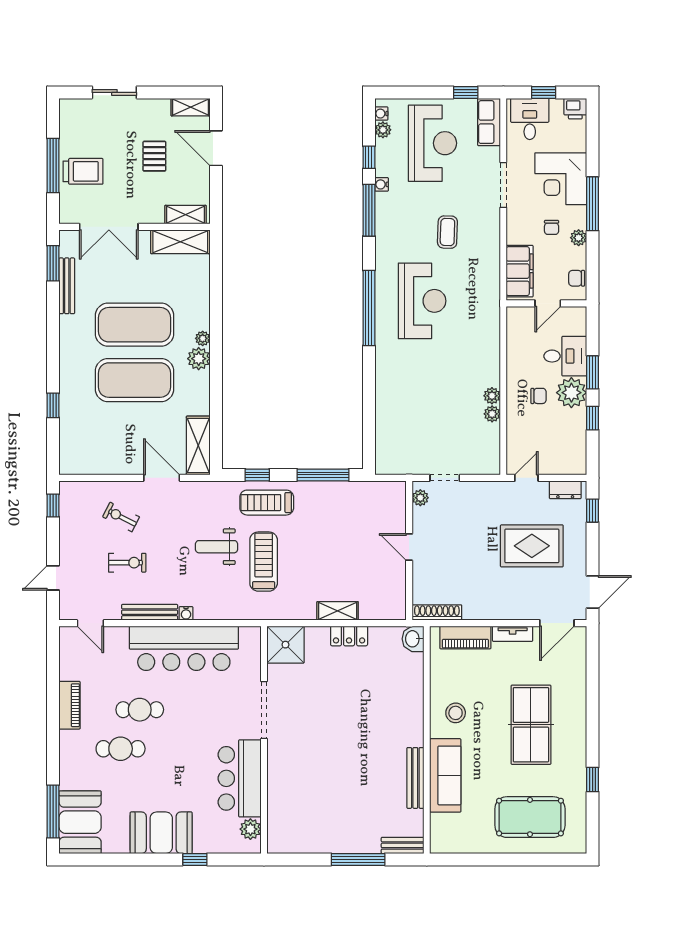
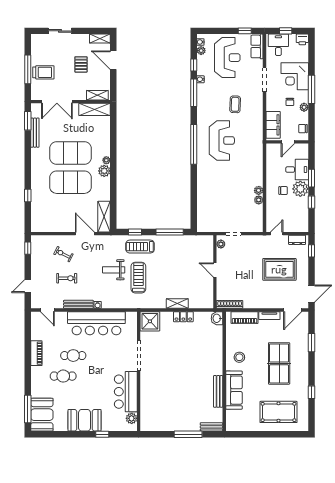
window: (593, 685) -> (311, 343), added

